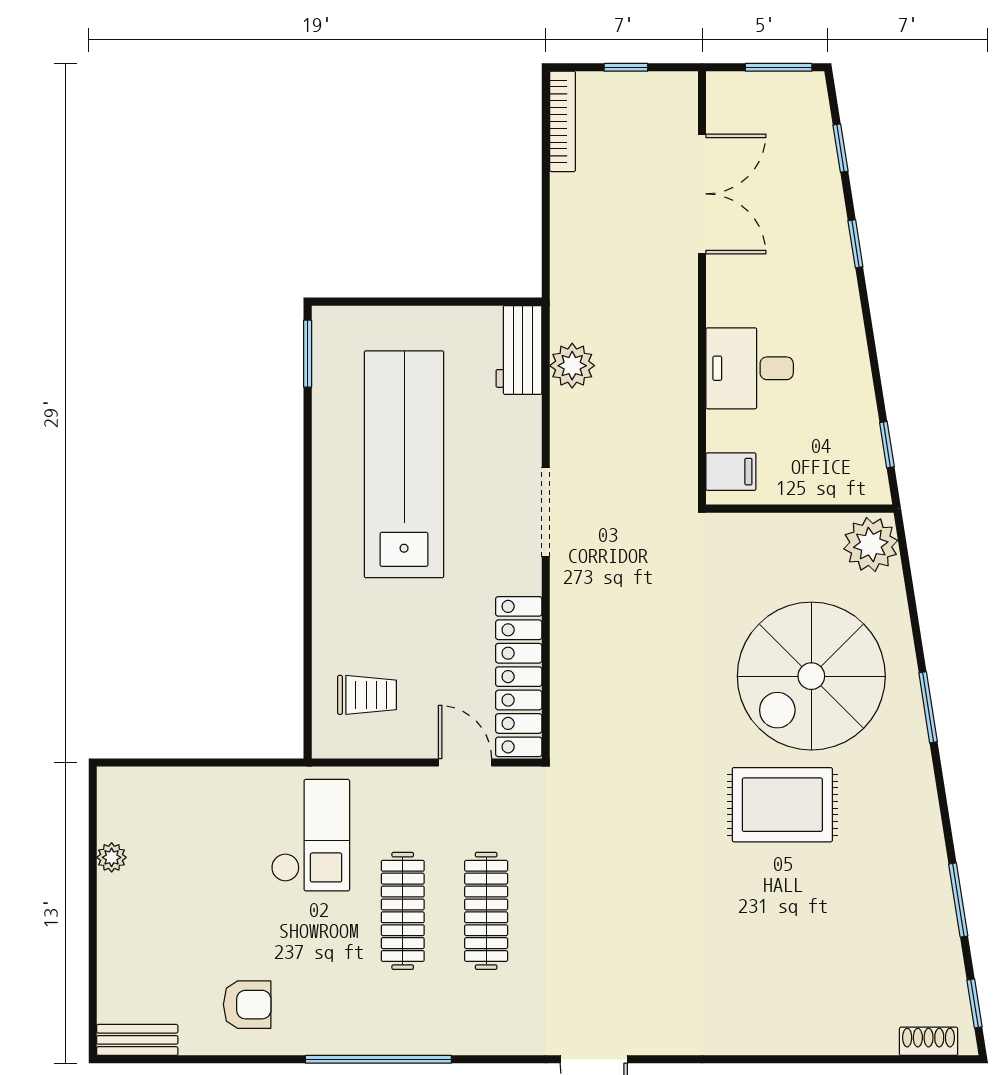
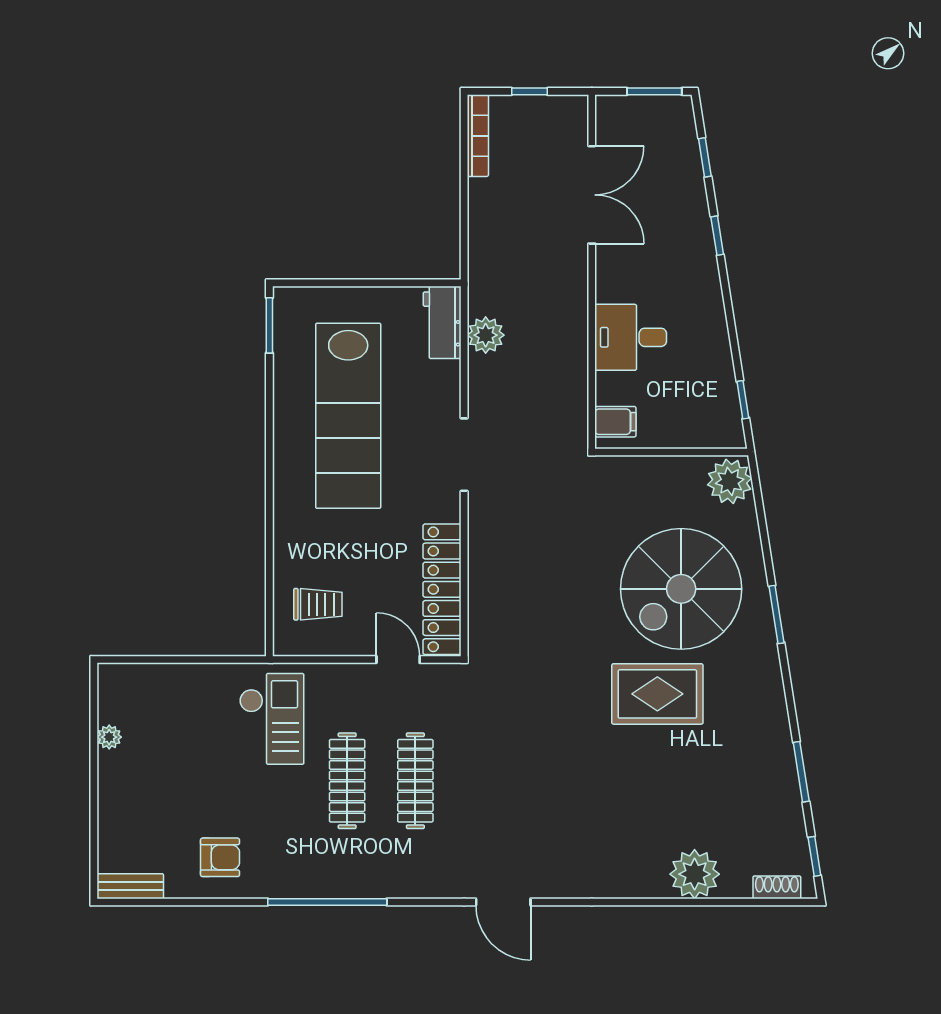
lab bench: (404, 464) -> (348, 416), turned 180
plant: (828, 1025) -> (695, 874), added

